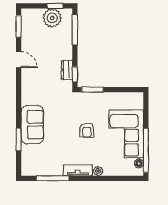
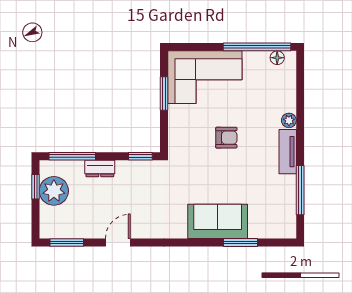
dresser: (67, 70) -> (100, 168), moved
window: (92, 90) -> (164, 94), moved
corner sofa: (126, 134) -> (205, 77), moved

